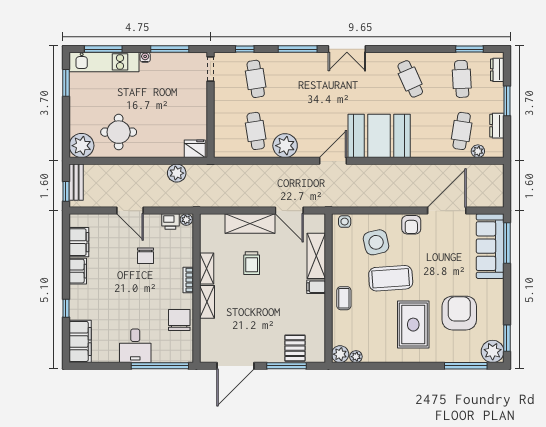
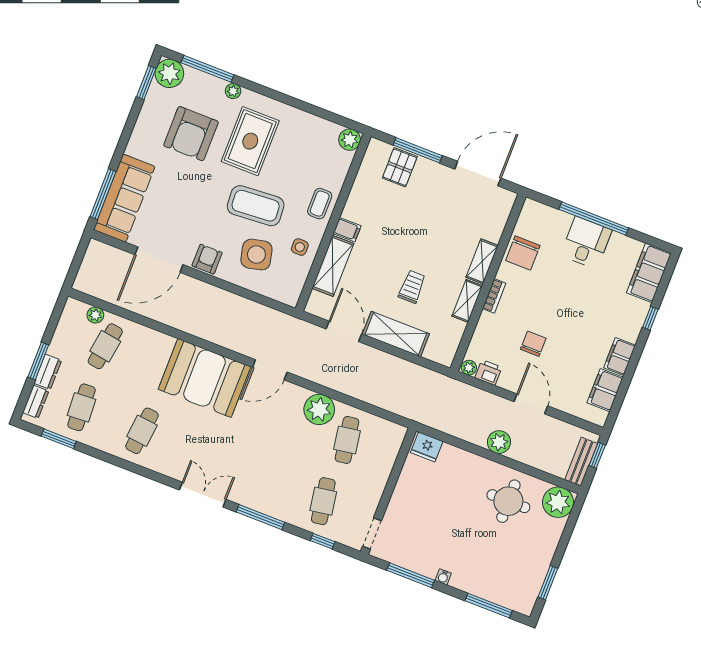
kitchen unit: (104, 62) -> (494, 590), removed
cafe table: (410, 79) -> (142, 431), turned 30
dresser: (497, 126) -> (48, 372), moved
plant: (177, 173) -> (499, 442), moved
side table: (345, 222) -> (300, 247), moved
plant: (356, 357) -> (233, 91), moved
window: (160, 366) -> (594, 219), moved

